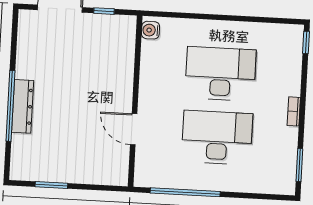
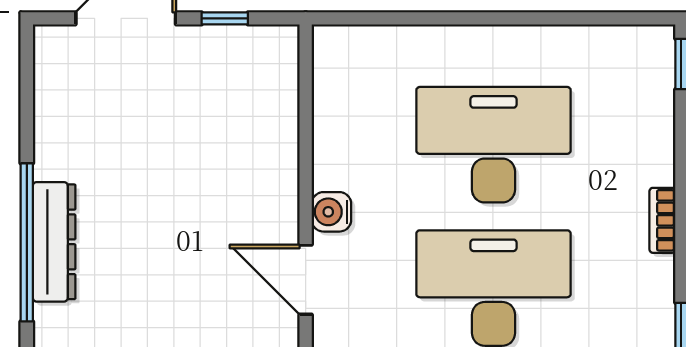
water cooler: (150, 30) -> (331, 212), moved

